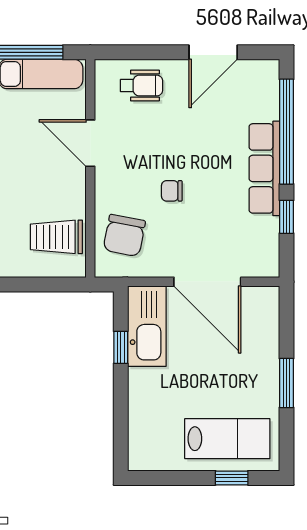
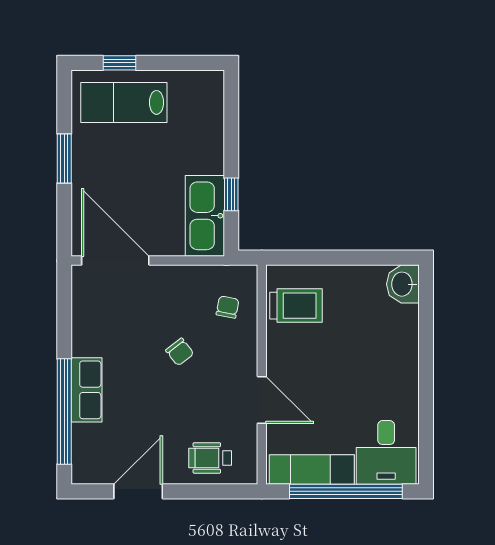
row of seats: (264, 168) -> (87, 390), width x0.68
chair: (172, 191) -> (180, 352), turned 52
window: (287, 217) -> (64, 326), removed
chair: (124, 235) -> (228, 307), width x0.54, depth x0.54
door: (207, 282) -> (115, 260), moved

